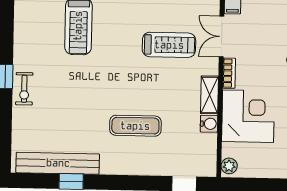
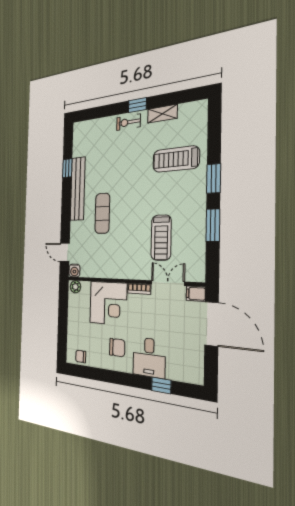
shelving: (210, 95) -> (162, 114), moved
water cooler: (209, 124) -> (74, 271), moved
bench: (58, 163) -> (78, 189), moved

